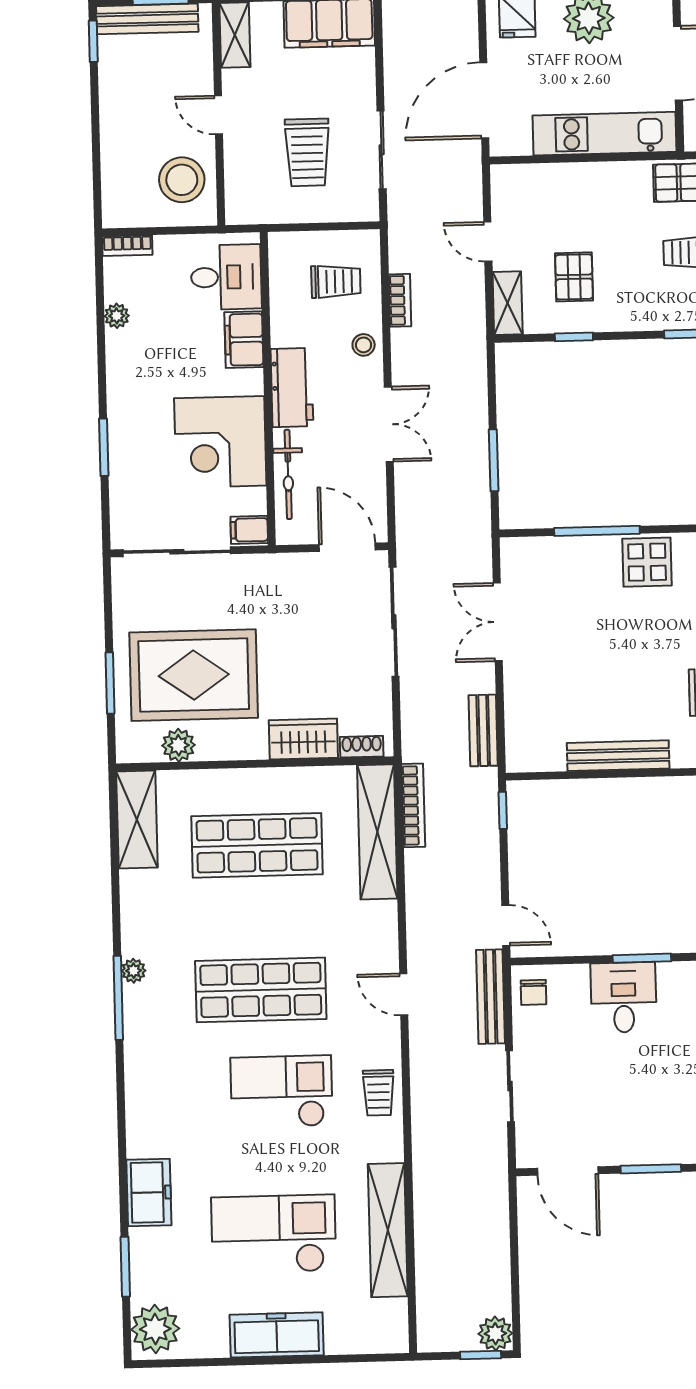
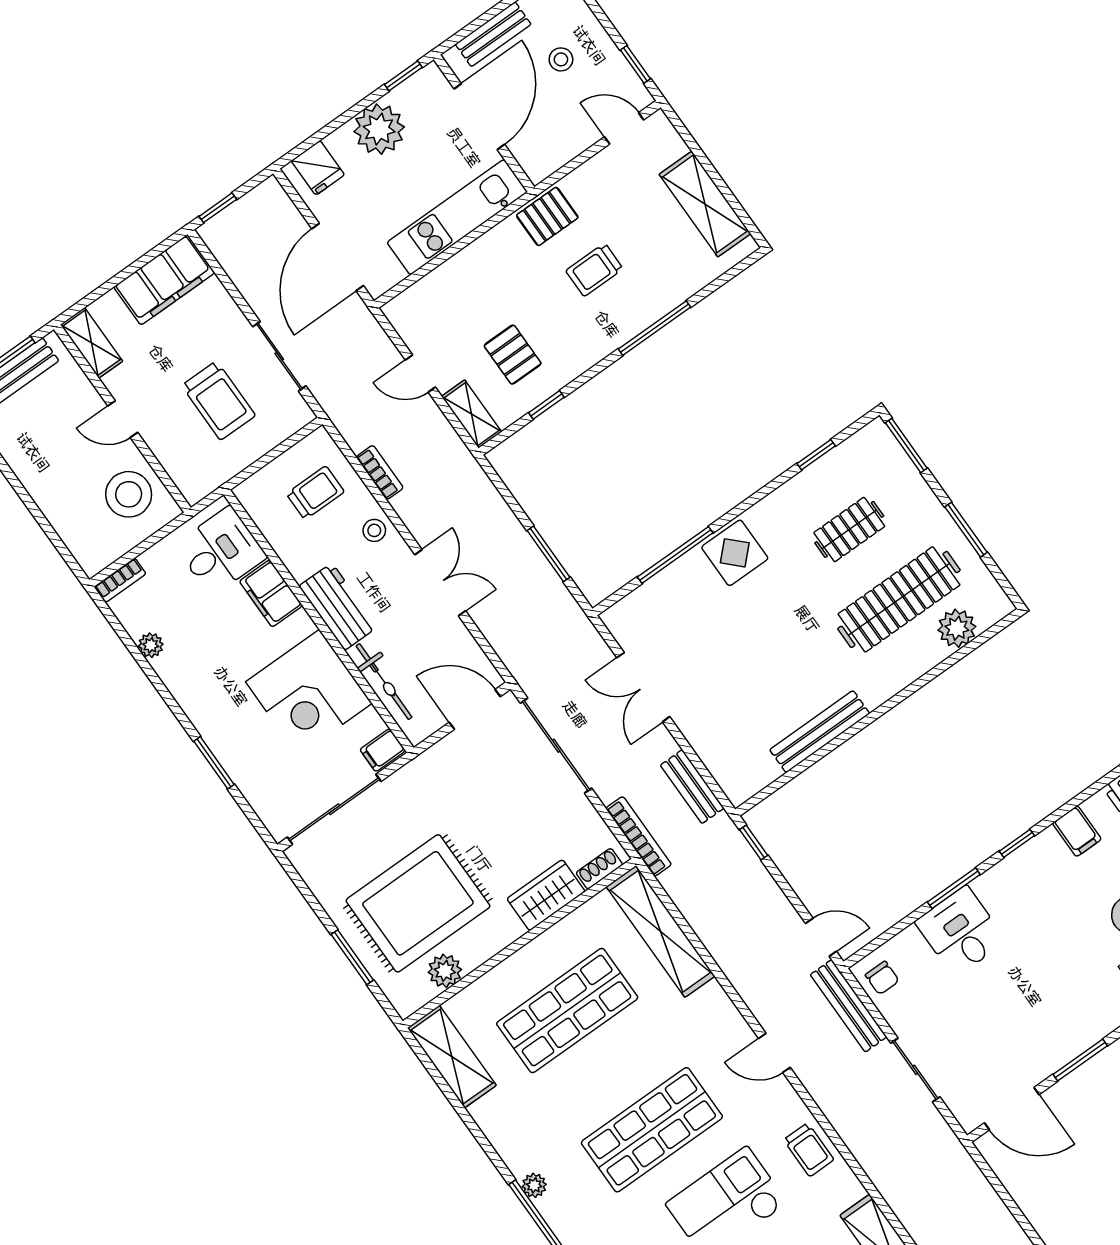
bookcase: (413, 805) -> (639, 836), moved

